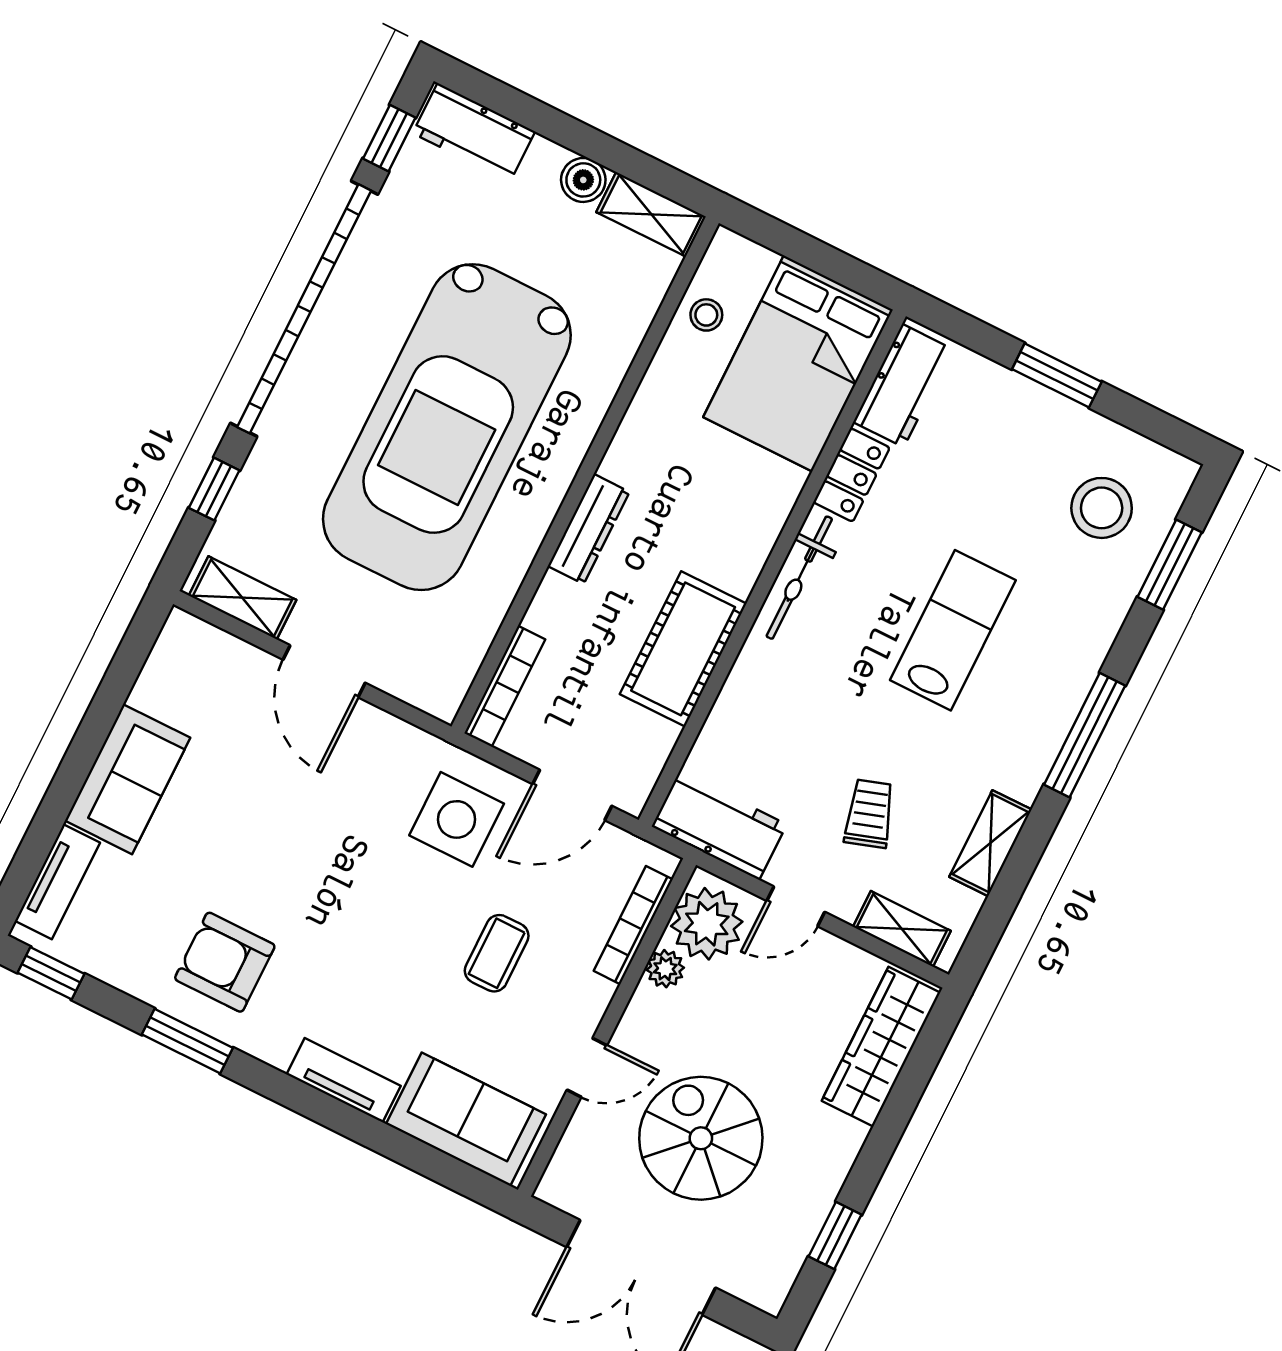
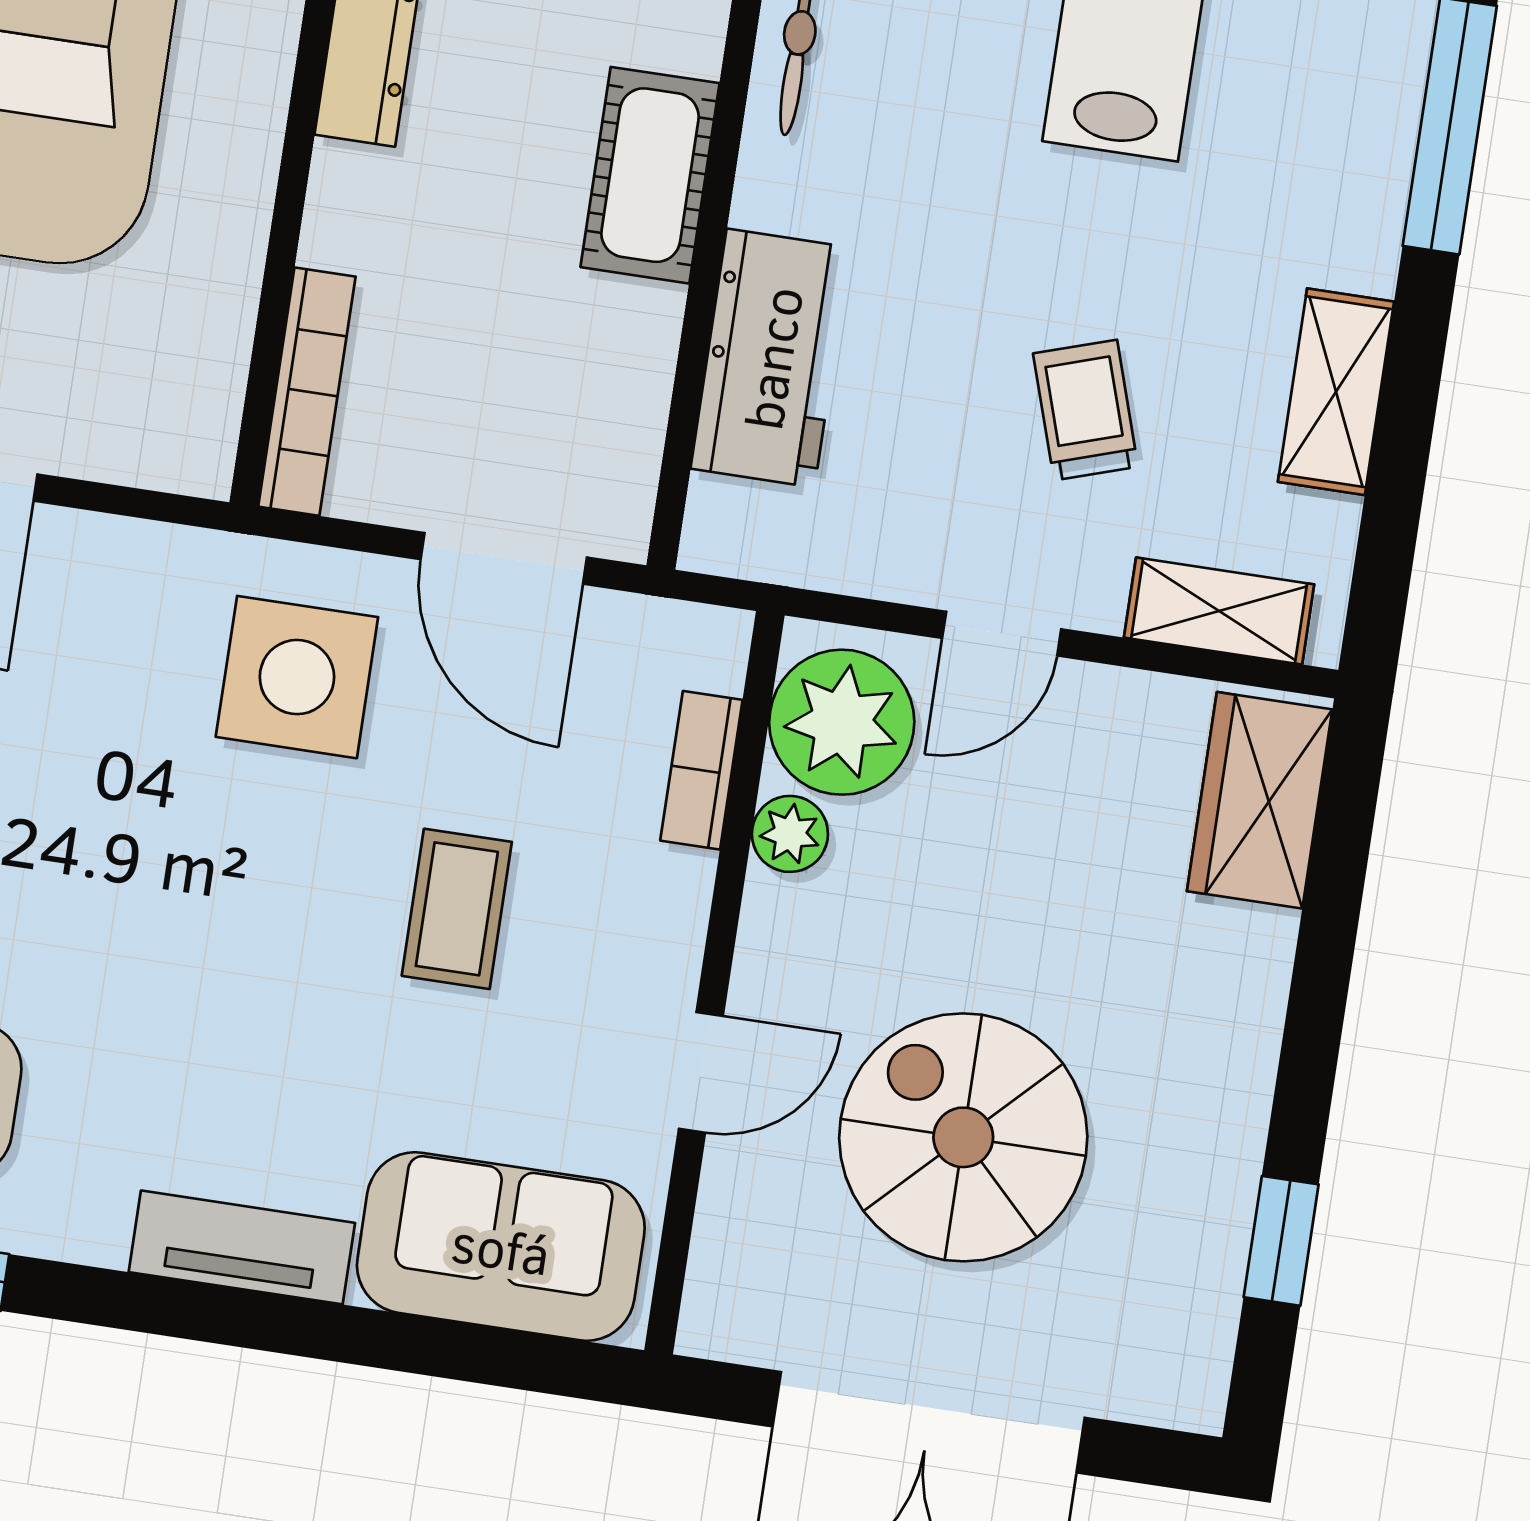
cot: (683, 649) -> (650, 175), width x0.73, depth x0.75
door: (572, 795) -> (504, 558), hinge flipped
workbench: (719, 825) -> (771, 358), moved, turned 90
bookcase: (633, 925) -> (701, 770), width x0.64
wardrobe: (881, 1047) -> (1260, 800), width x0.67

